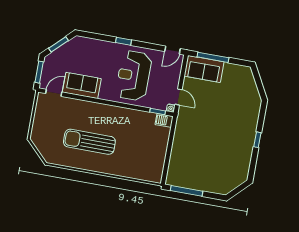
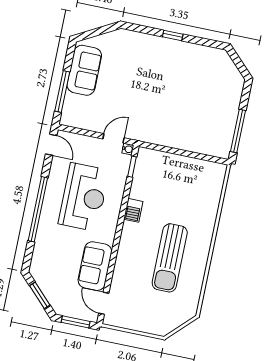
window: (123, 41) -> (38, 209), width x3.17
sofa: (204, 69) -> (84, 70), moved
reception desk: (134, 76) -> (84, 197), turned -90
barbecue: (164, 120) -> (133, 210), moved

